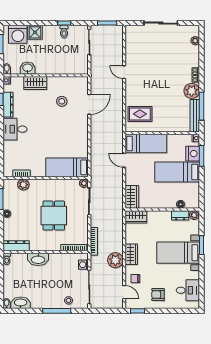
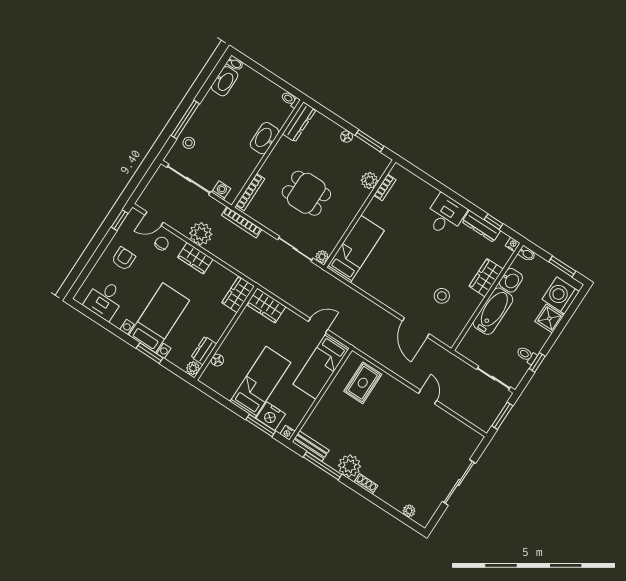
bathtub: (52, 67) -> (493, 311), added
door: (124, 72) -> (428, 397), hinge flipped
bench: (195, 116) -> (311, 446), width x0.73

